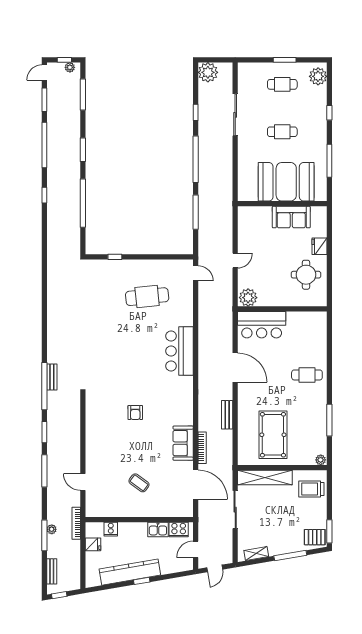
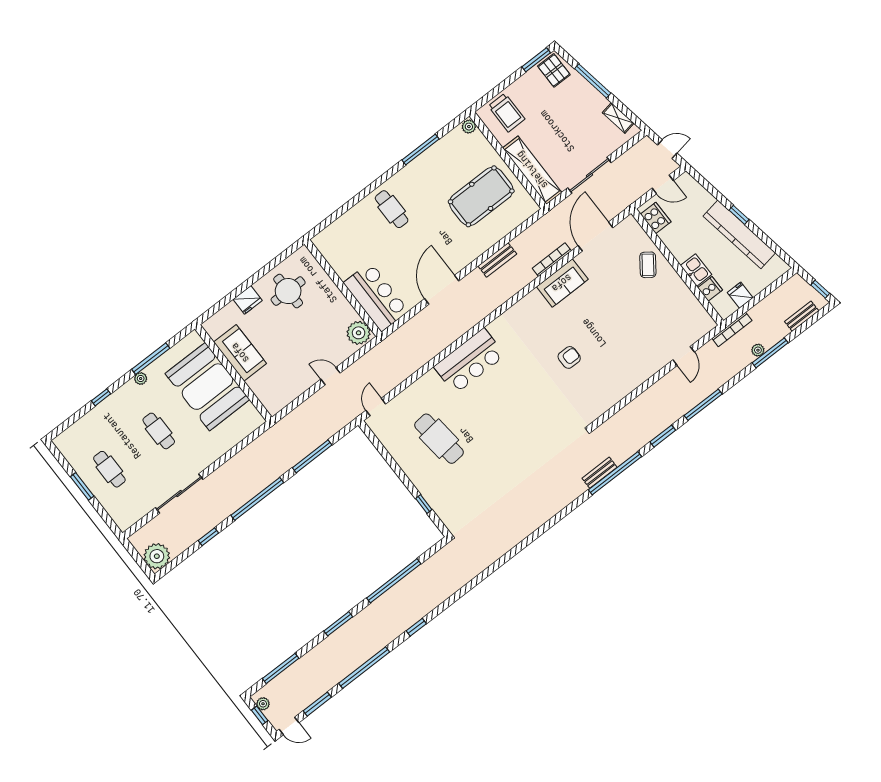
plant: (318, 76) -> (141, 379), moved, width x0.53, depth x0.53
coffee table: (139, 483) -> (648, 265), moved
kitchen sink: (158, 529) -> (696, 270), moved

